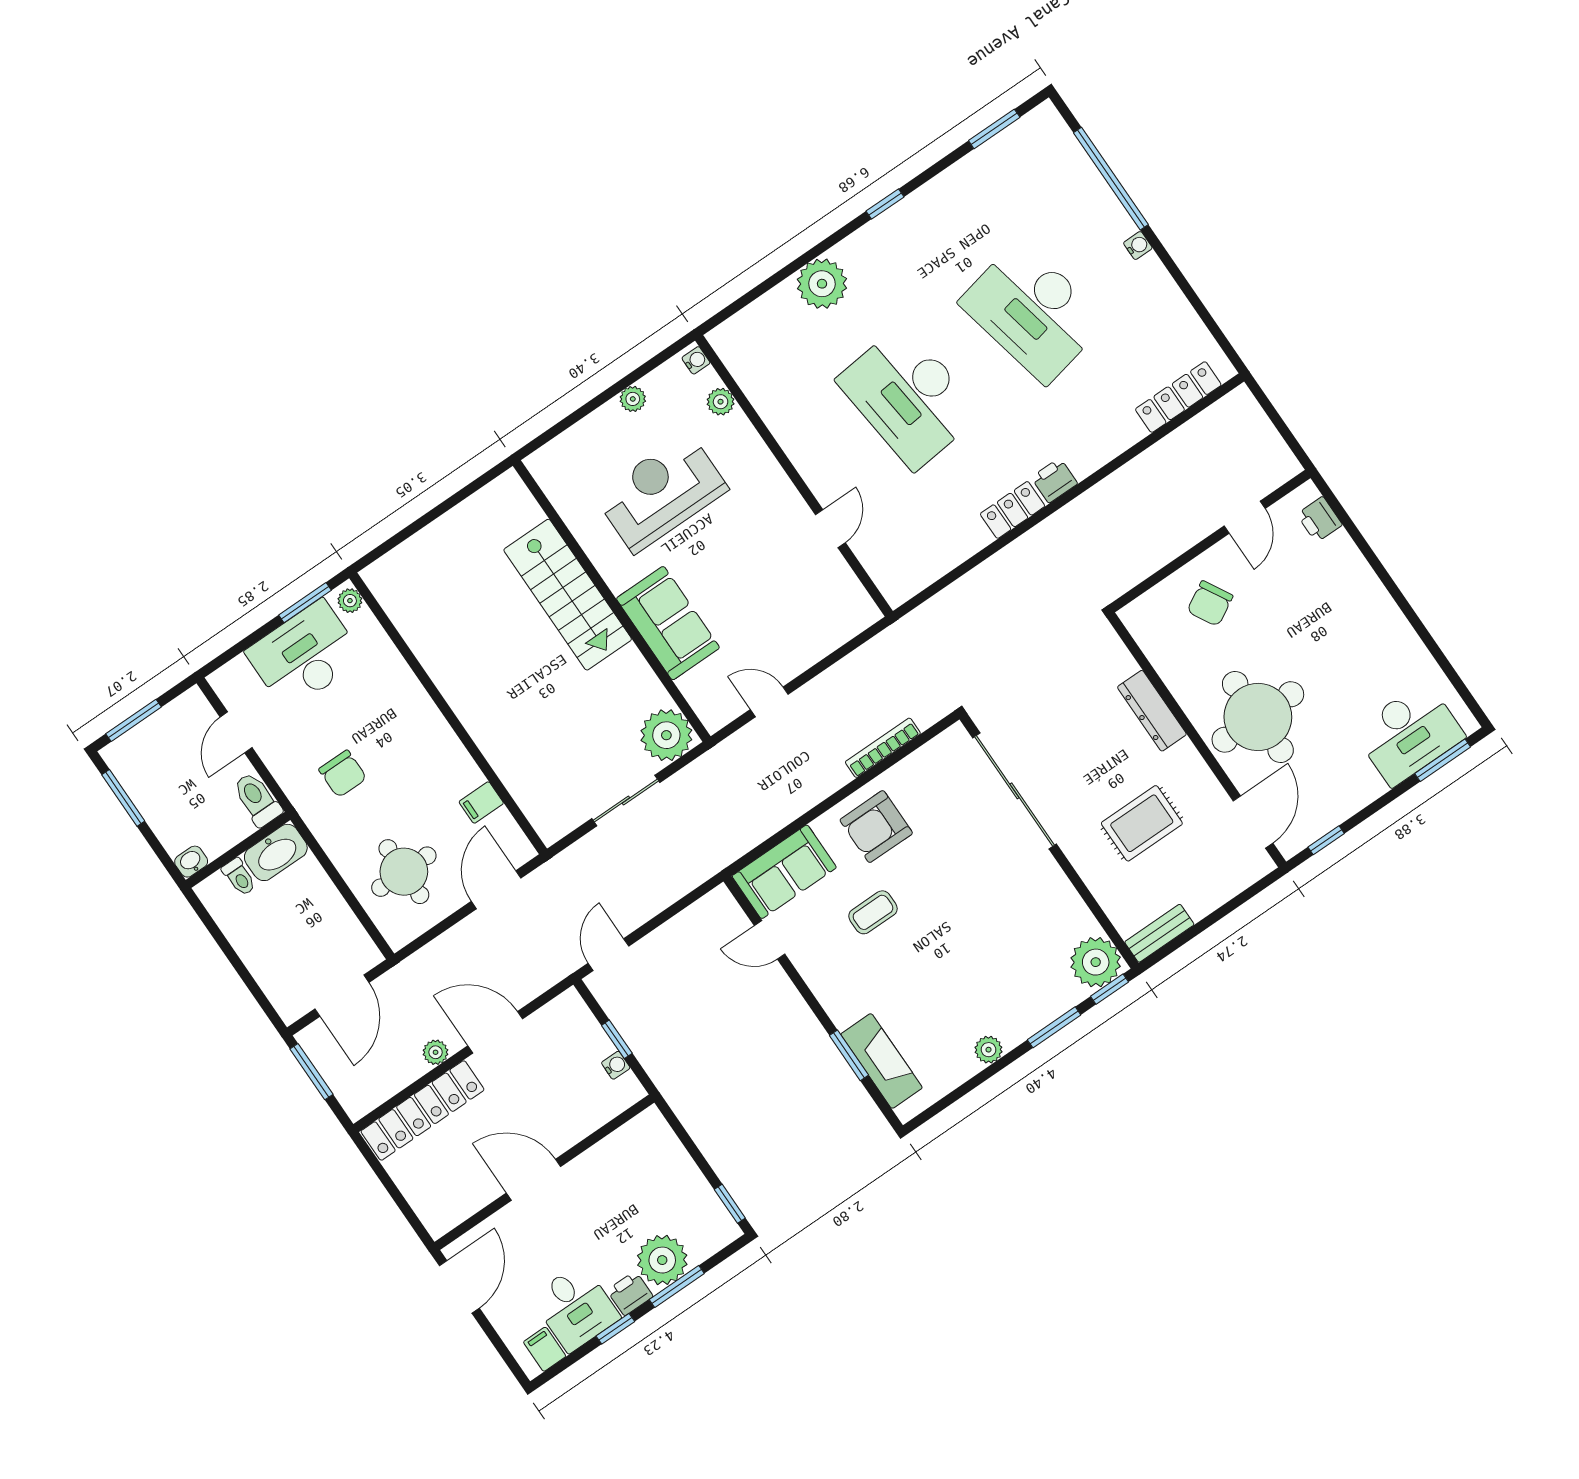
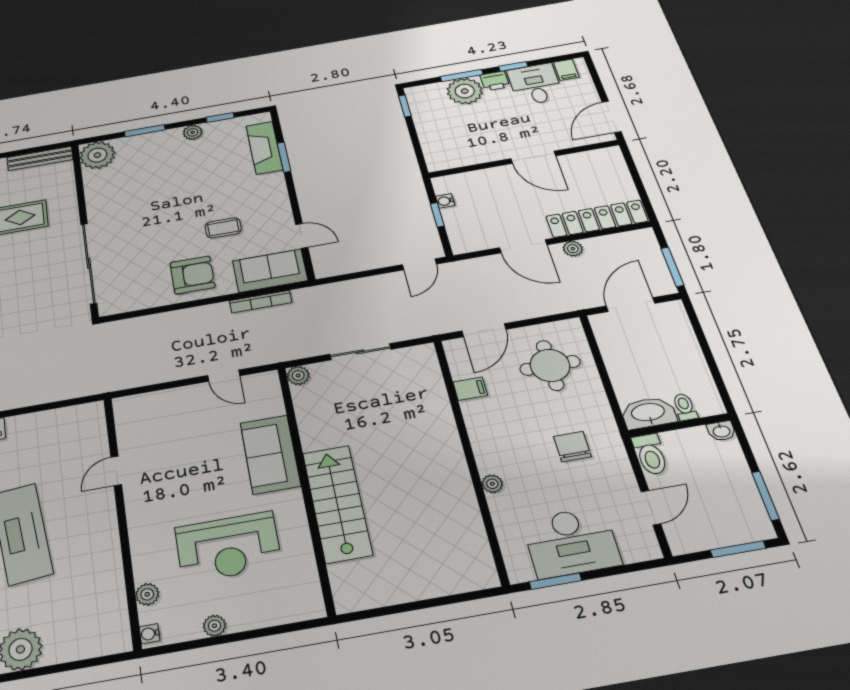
plant: (350, 601) -> (492, 484), moved
plant: (666, 735) -> (298, 376), width x0.53, depth x0.53
bookcase: (883, 748) -> (261, 302), moved
bench: (1159, 933) -> (40, 158), width x1.36
window: (1110, 989) -> (220, 118), moved

